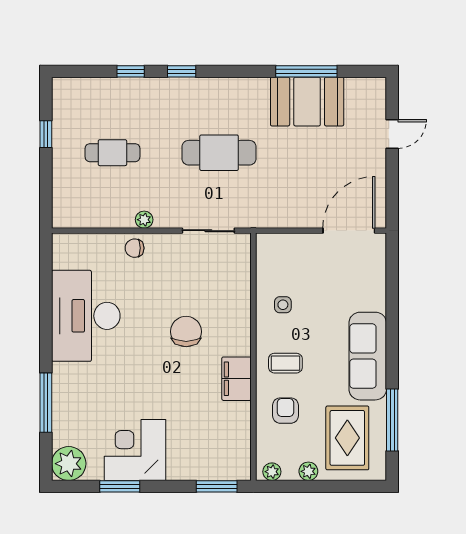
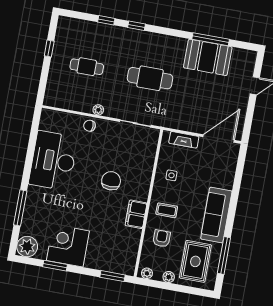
fireplace: (292, 243) -> (184, 140), added

